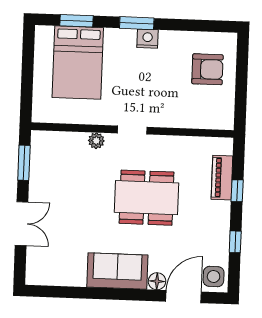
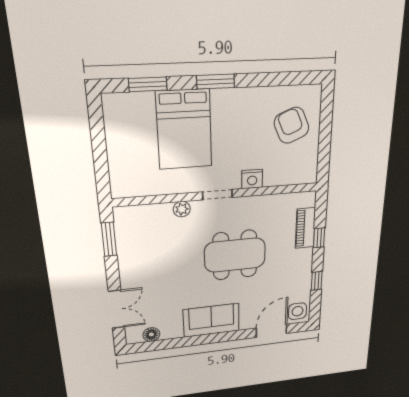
nightstand: (148, 39) -> (252, 179), moved, turned 180
bed: (78, 63) -> (184, 130), moved
armchair: (207, 69) -> (292, 125), turned -113
double door: (22, 224) -> (116, 309), moved
floor lamp: (157, 281) -> (151, 334), moved

